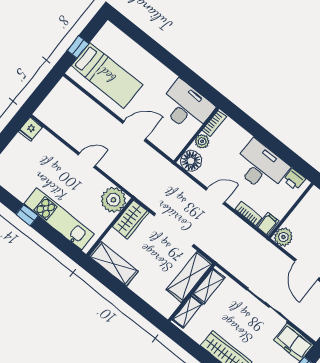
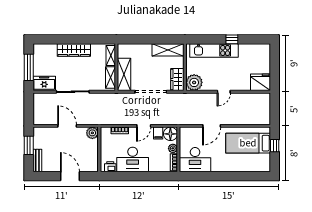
fridge: (30, 129) -> (260, 82), width x1.88, depth x1.34
filing cabinet: (268, 224) -> (158, 133), moved

